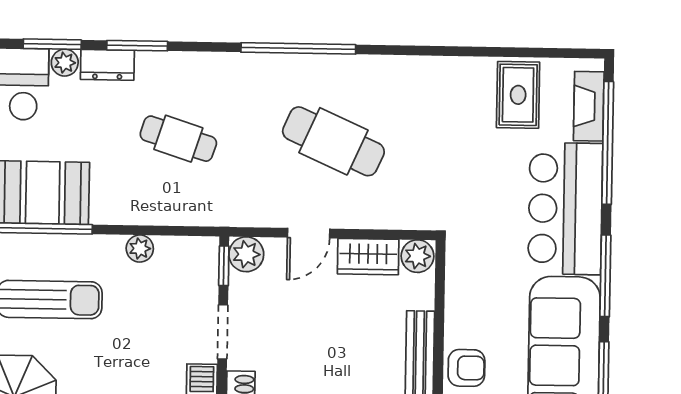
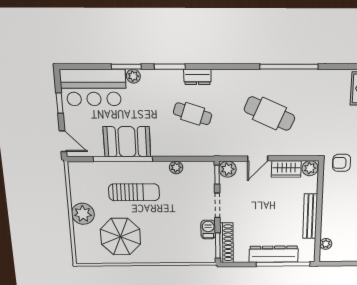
window: (298, 48) -> (289, 67), moved
dresser: (107, 65) -> (197, 77), moved
armchair: (466, 368) -> (342, 163), moved, turned 180

